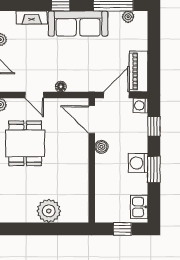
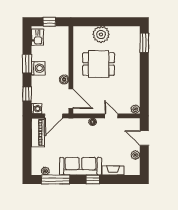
dining table: (25, 143) -> (99, 64), moved, turned 90

